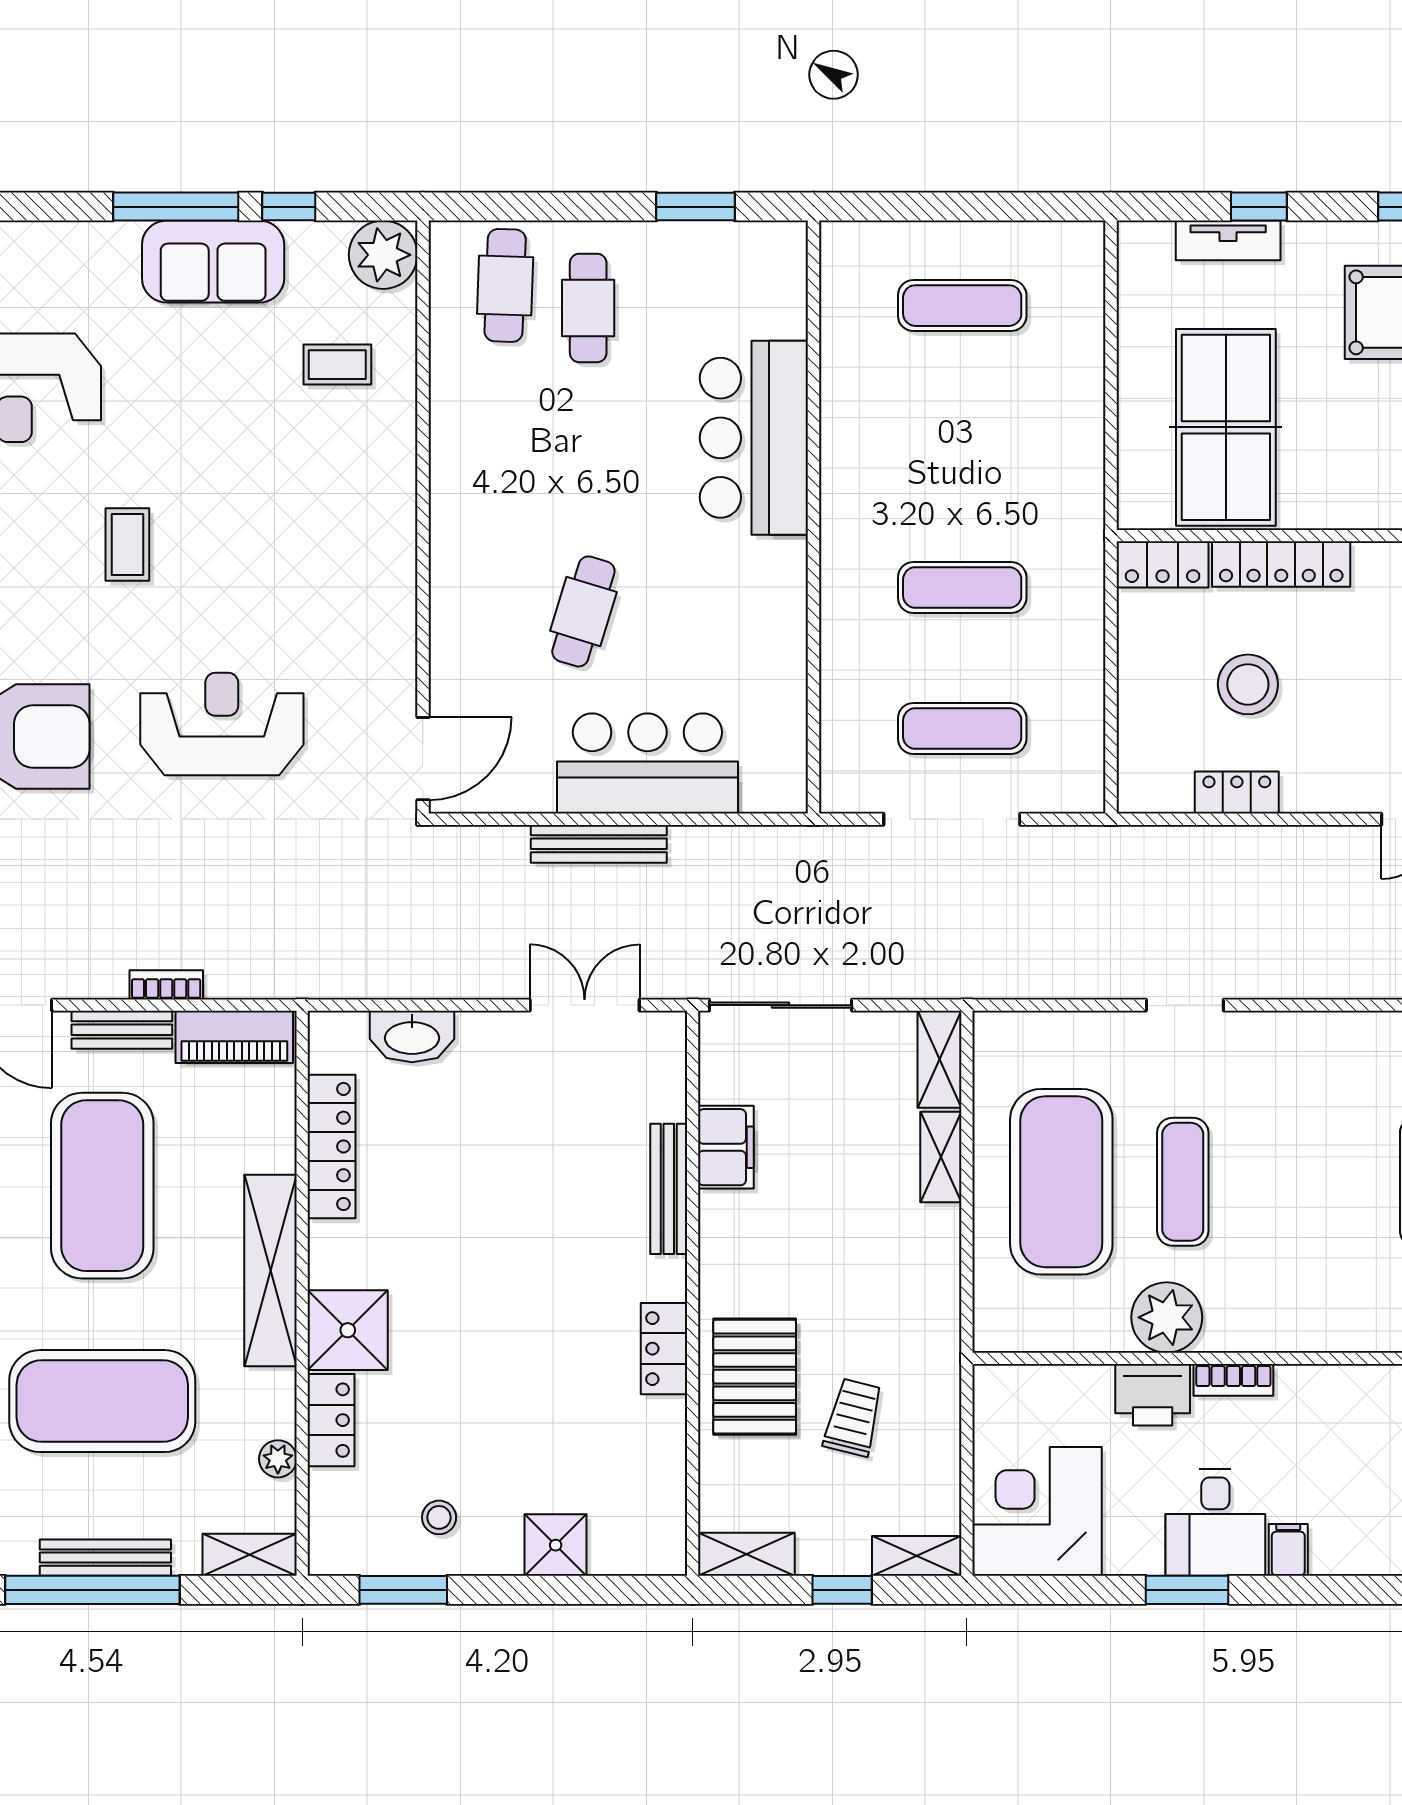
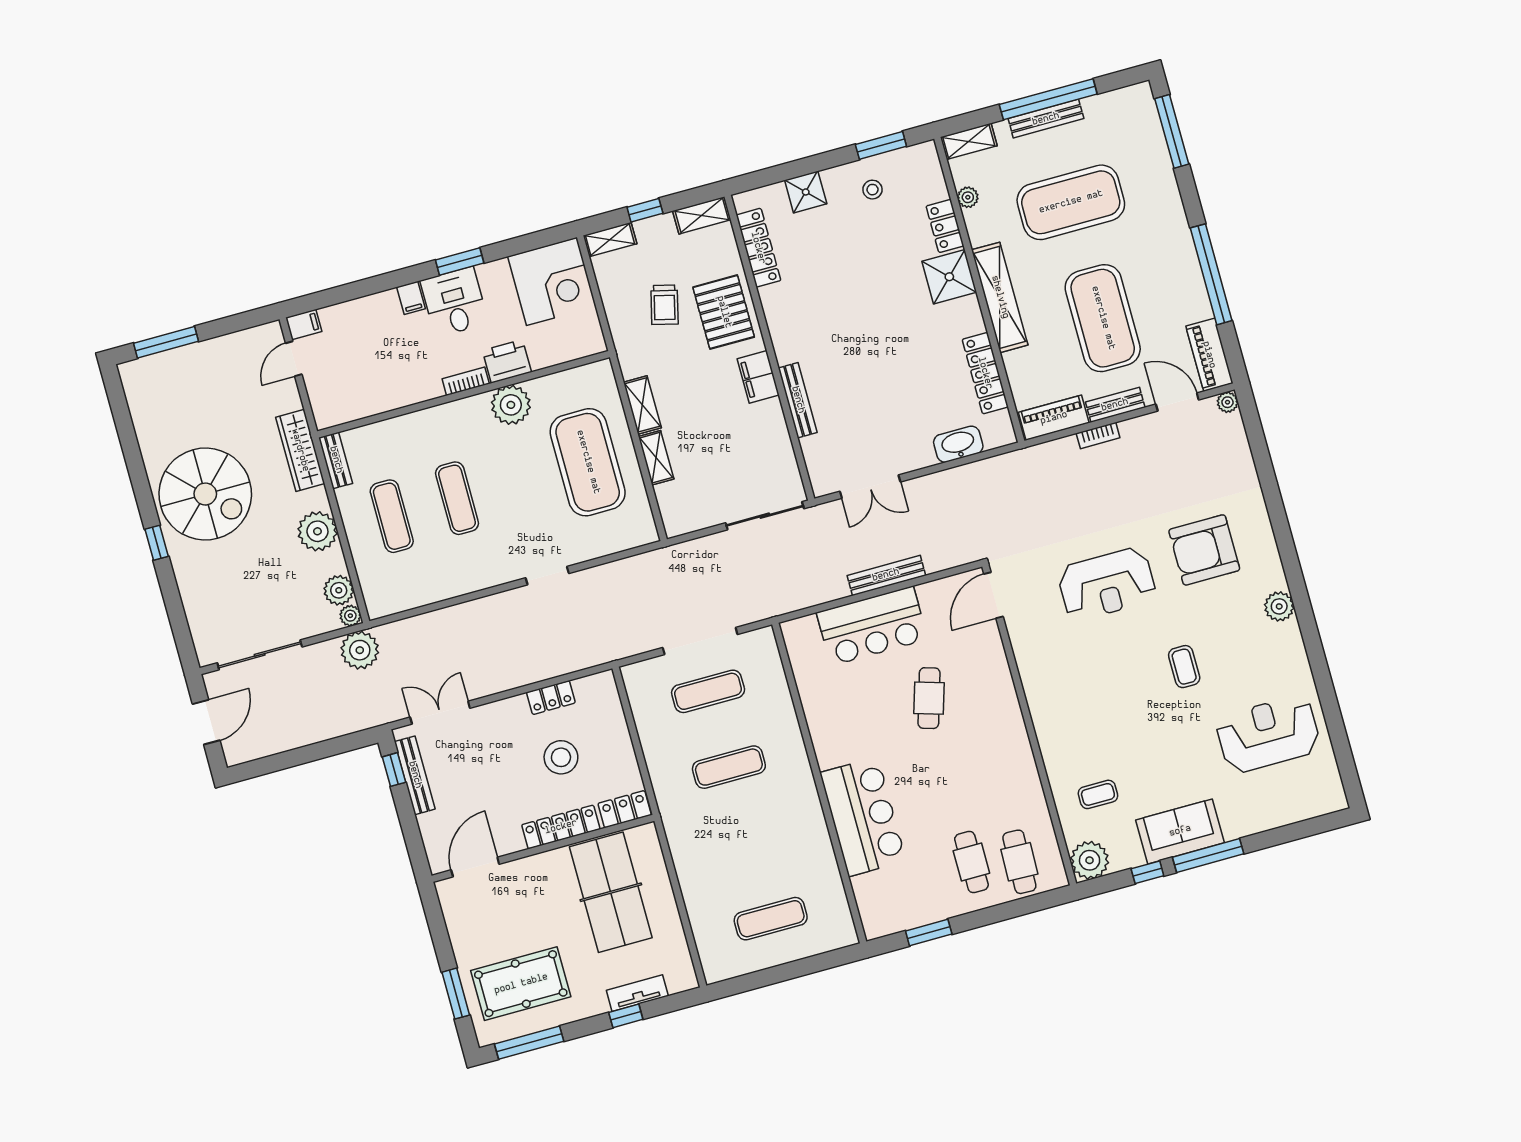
shelving: (939, 1059) -> (642, 405), moved
filing cabinet: (726, 1147) -> (758, 377), moved
exercise mat: (1183, 1182) -> (457, 498), moved
locker: (664, 1349) -> (758, 248), moved, width x1.53

